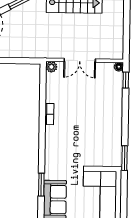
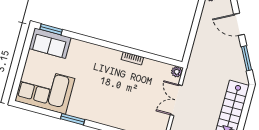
window: (41, 185) -> (51, 29), moved

